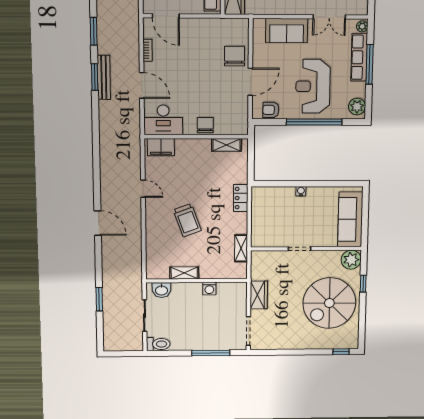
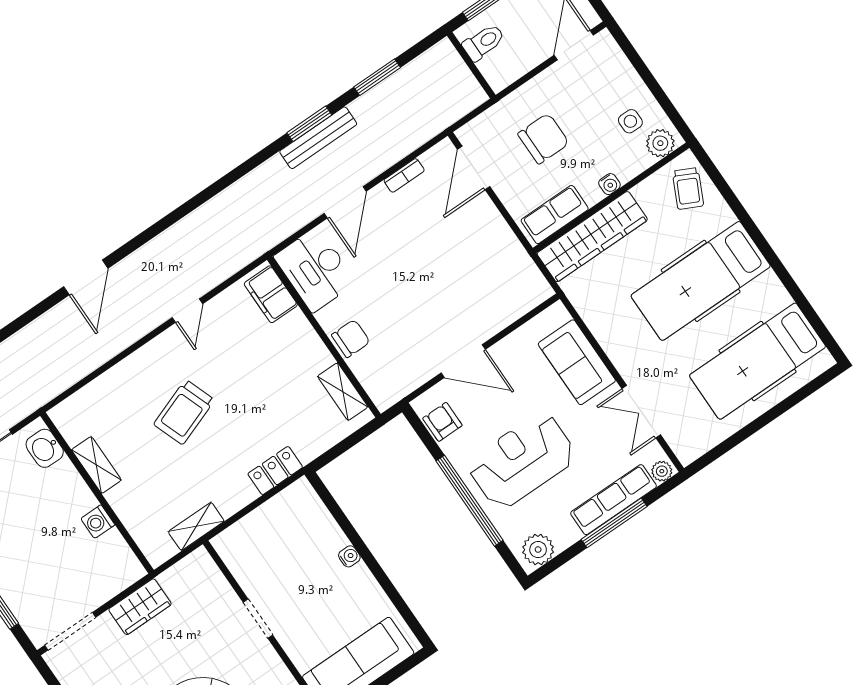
chair: (235, 56) -> (485, 311), removed

